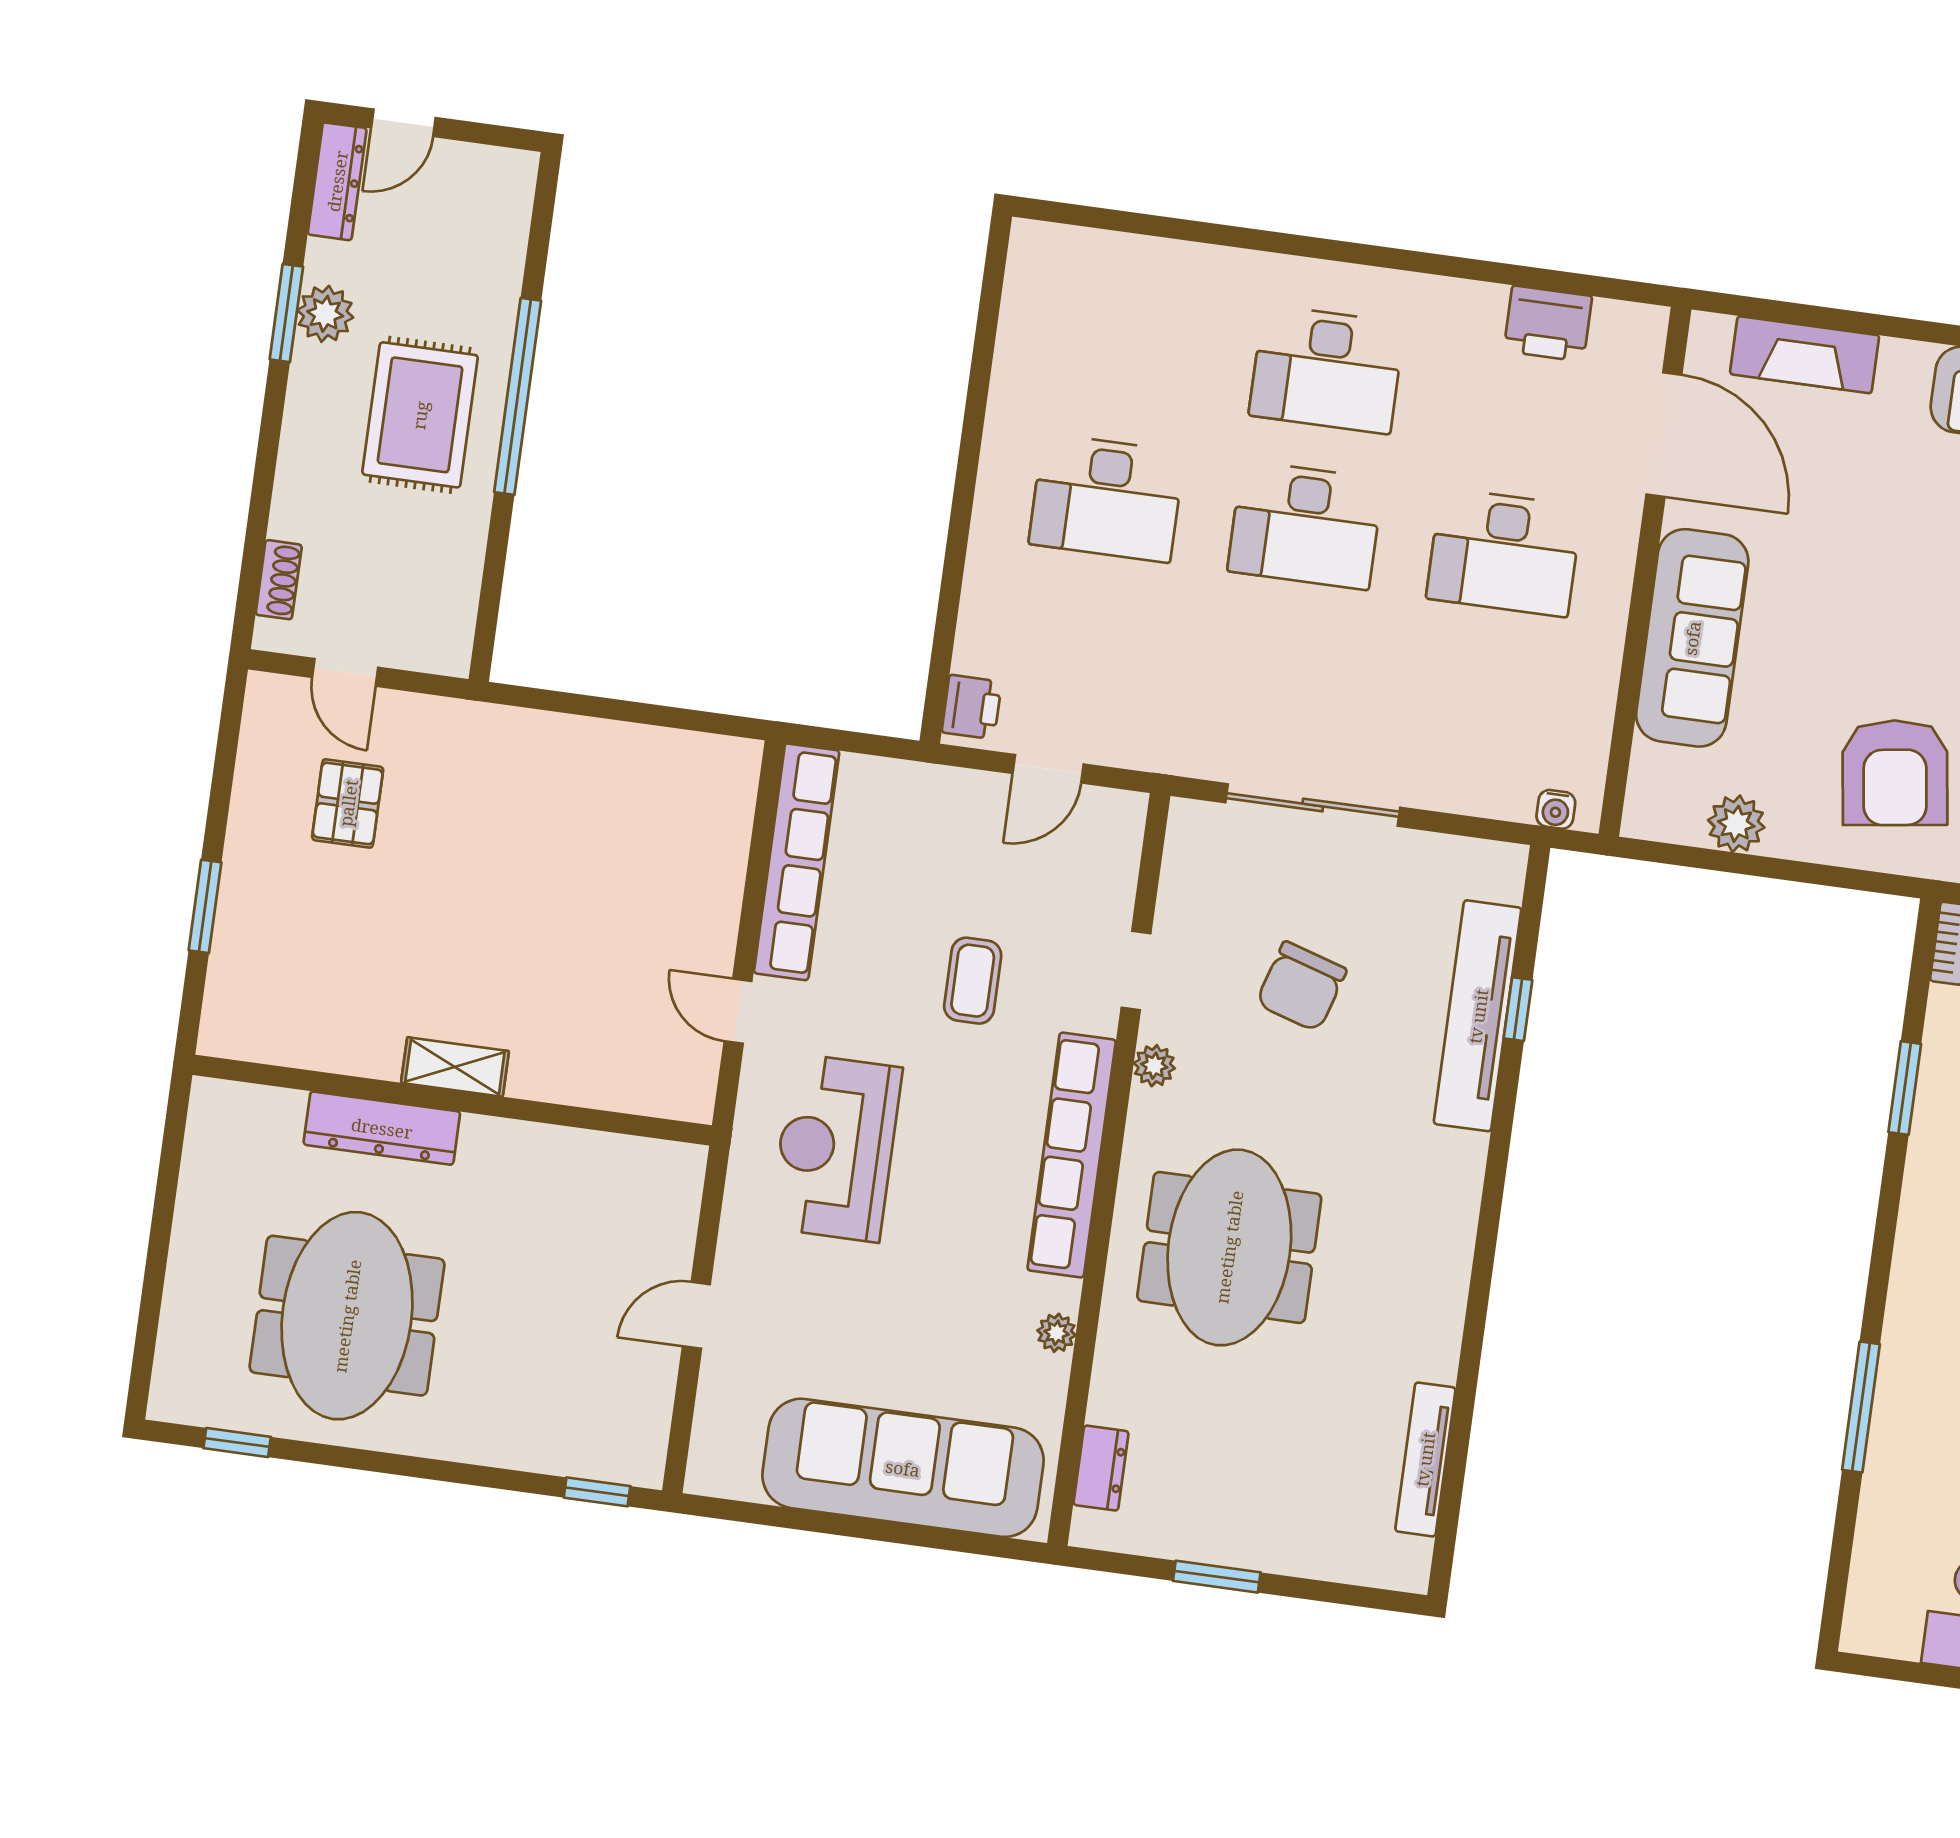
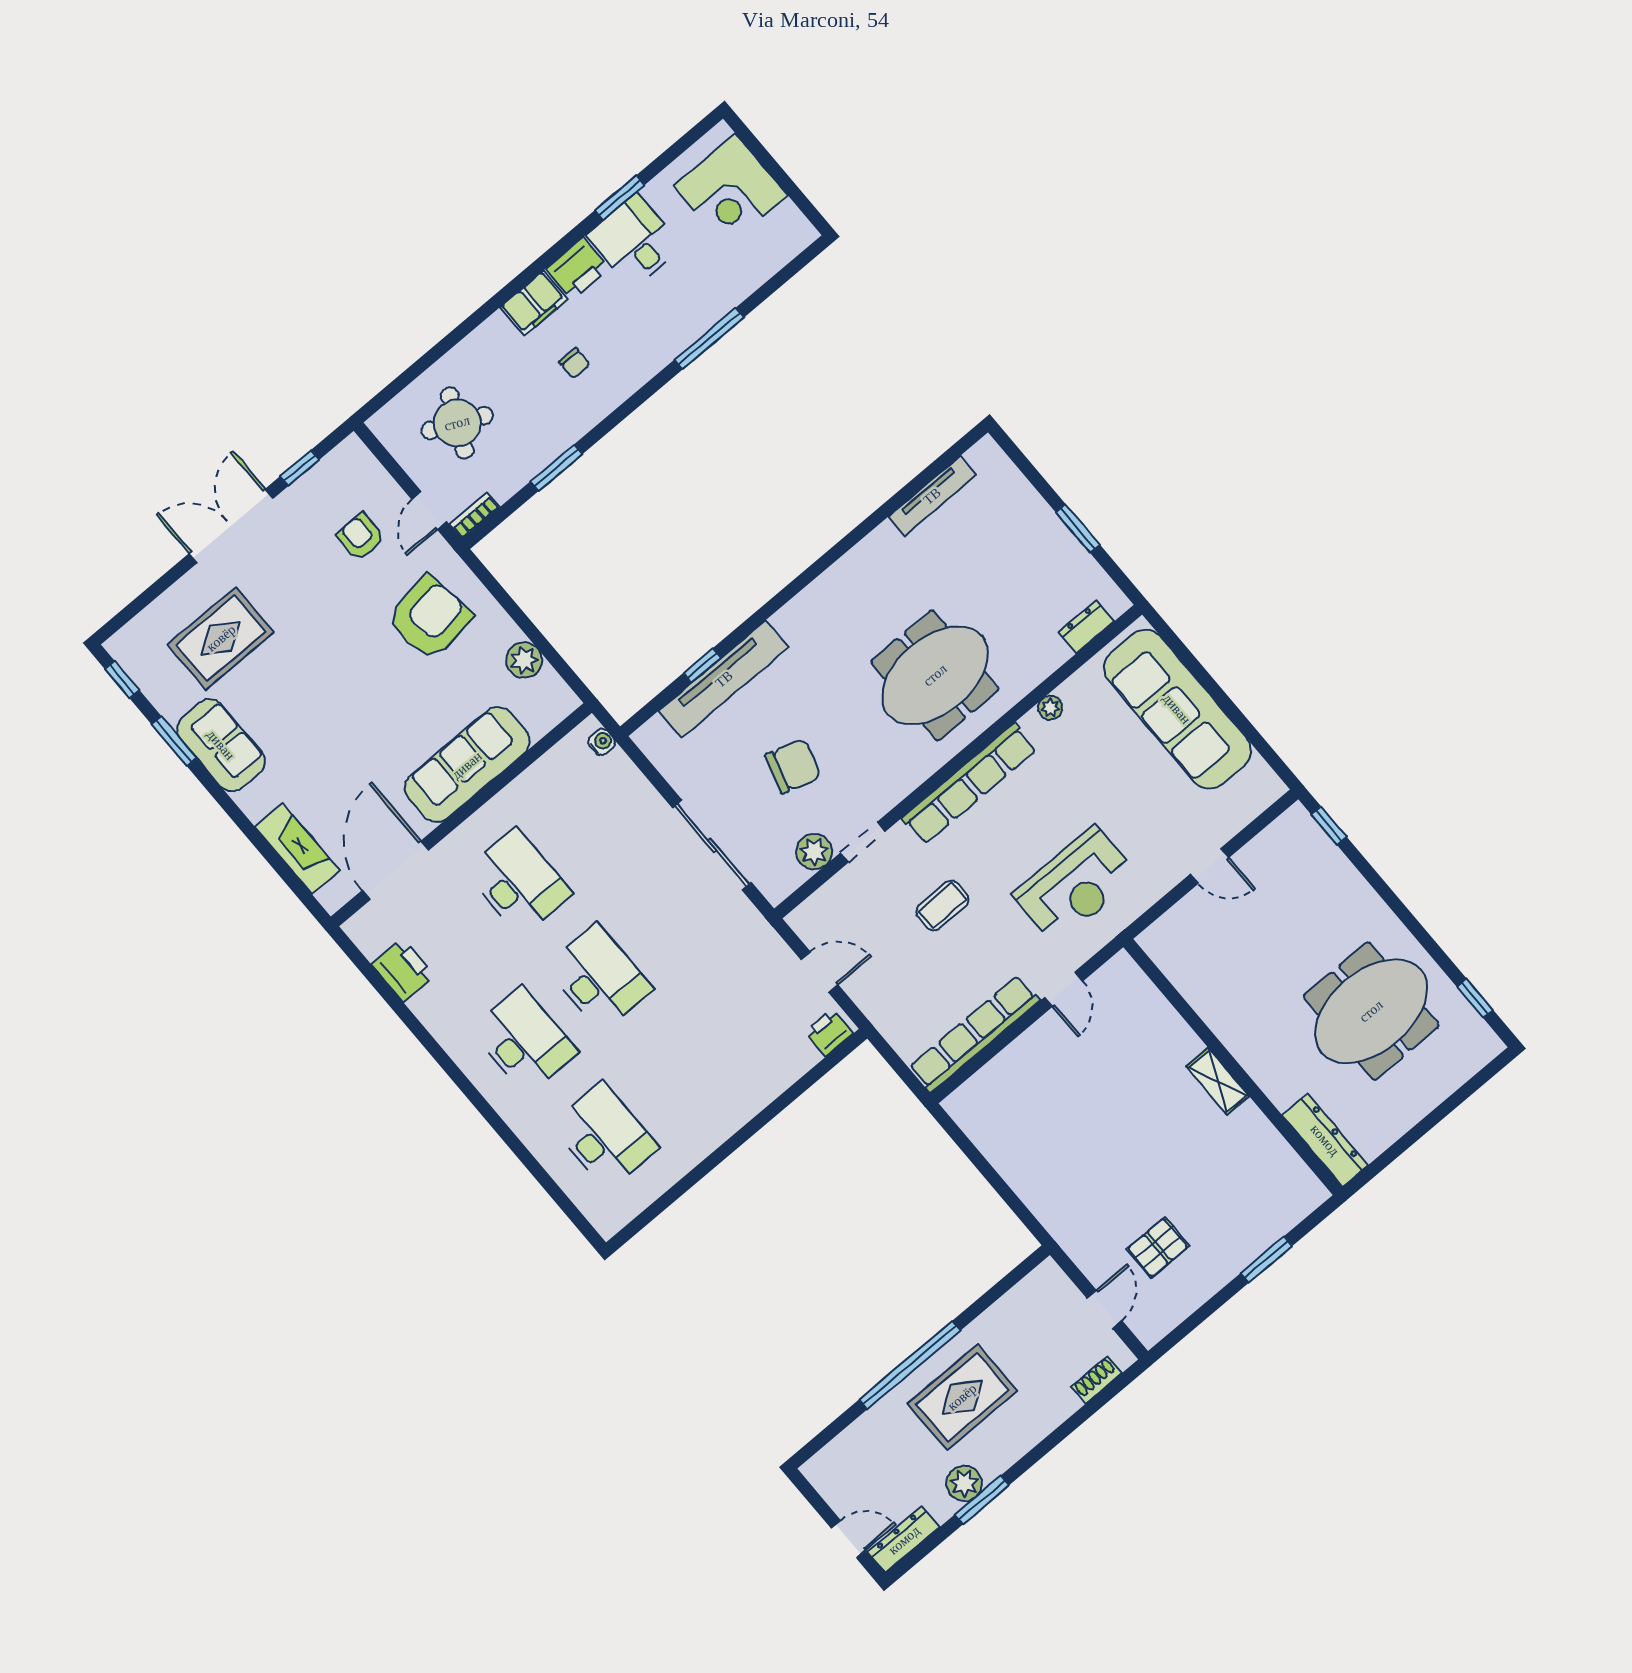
desk: (1107, 498) -> (605, 1136), moved
plant: (1154, 1066) -> (814, 852), moved, width x1.38, depth x1.38
dresser: (382, 1128) -> (1325, 1140), moved

